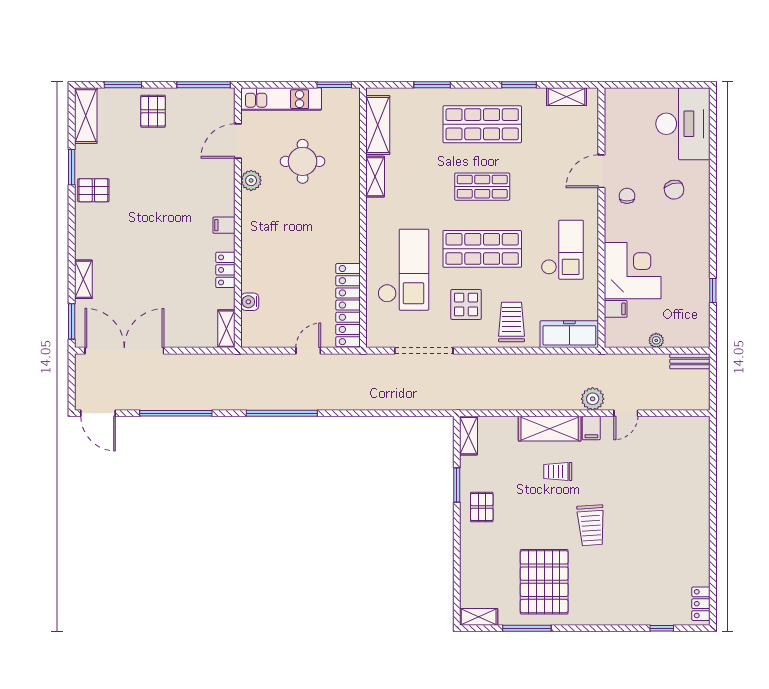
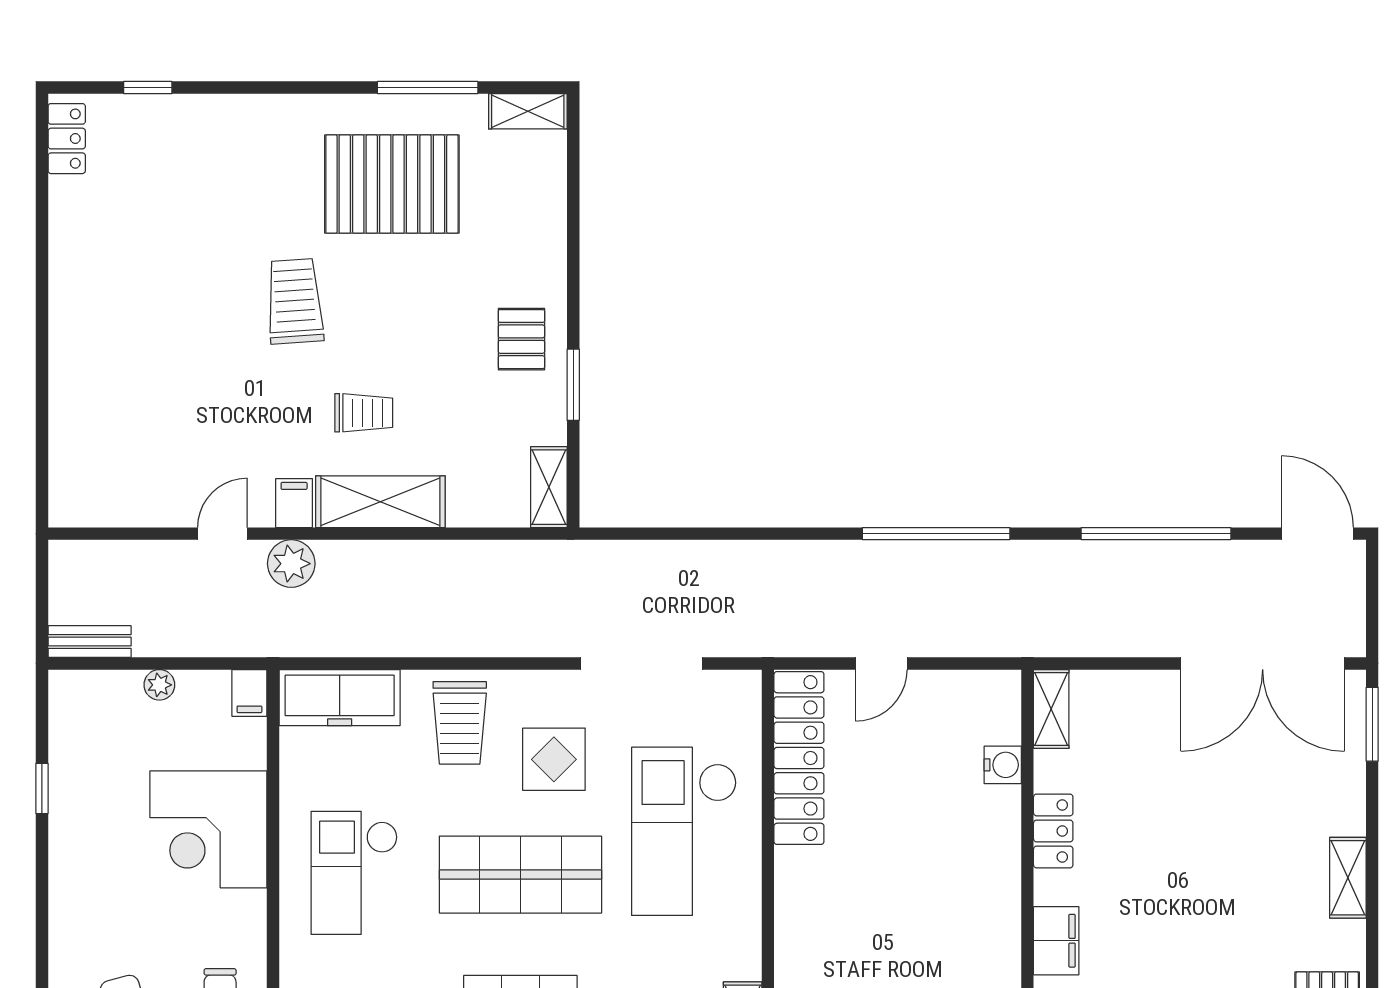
filing cabinet: (224, 225) -> (1056, 941), width x2.00
shelving: (83, 279) -> (1348, 878), moved
filing cabinet: (616, 309) -> (249, 693), moved, turned -90
pallet: (544, 582) -> (392, 184), turned 90

